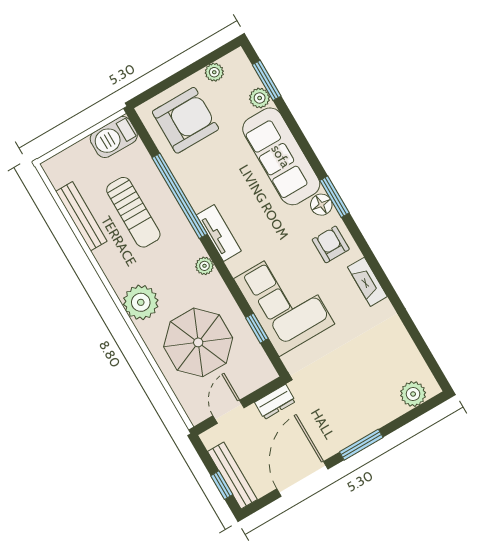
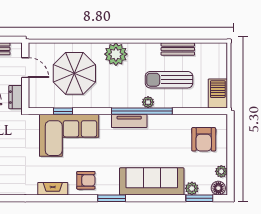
armchair: (185, 120) -> (204, 139), width x0.73, depth x0.73
window: (180, 196) -> (142, 111), moved
floor lamp: (321, 205) -> (218, 188), moved
bench: (81, 216) -> (178, 49), width x0.73
plant: (205, 266) -> (148, 102), moved

